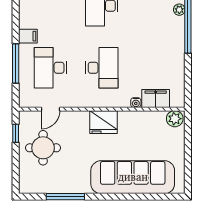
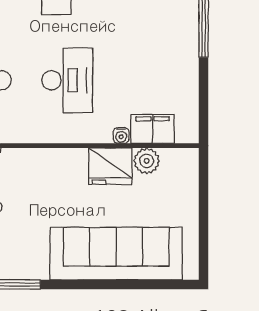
plant: (175, 119) -> (147, 161), moved
fridge: (104, 122) -> (110, 166), moved

